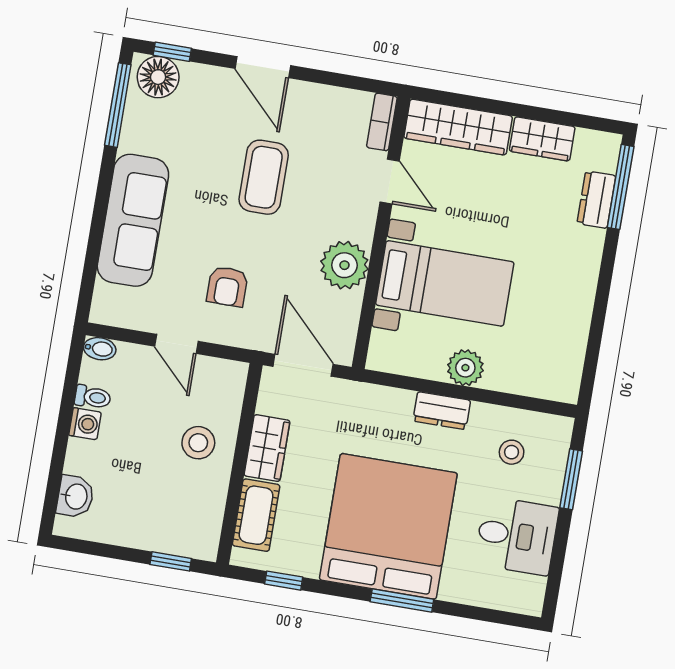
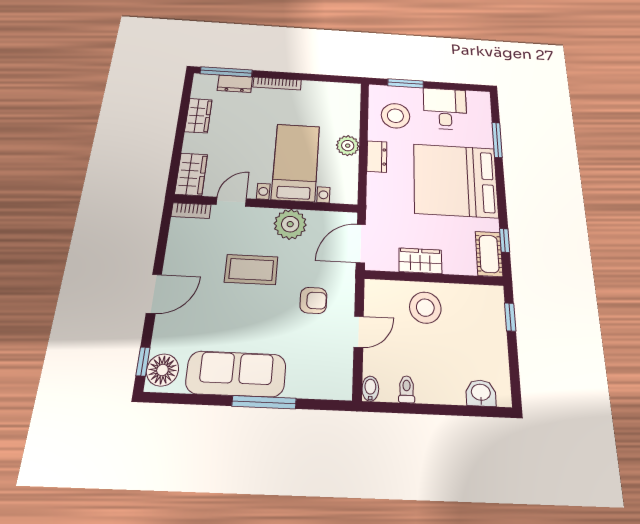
window: (118, 105) -> (264, 402), moved
wardrobe: (458, 127) -> (191, 174), width x0.67
coffee table: (264, 177) -> (251, 270), moved
sofa: (133, 220) -> (236, 374), moved
bookcase: (590, 268) -> (277, 84), added
washing machine: (85, 424) -> (427, 393), removed
stool: (198, 443) -> (425, 308), width x1.38, depth x1.38
stool: (512, 452) -> (395, 116), width x1.89, depth x1.89
cot: (256, 515) -> (489, 254), moved, turned 90
window: (402, 601) -> (497, 140), moved

